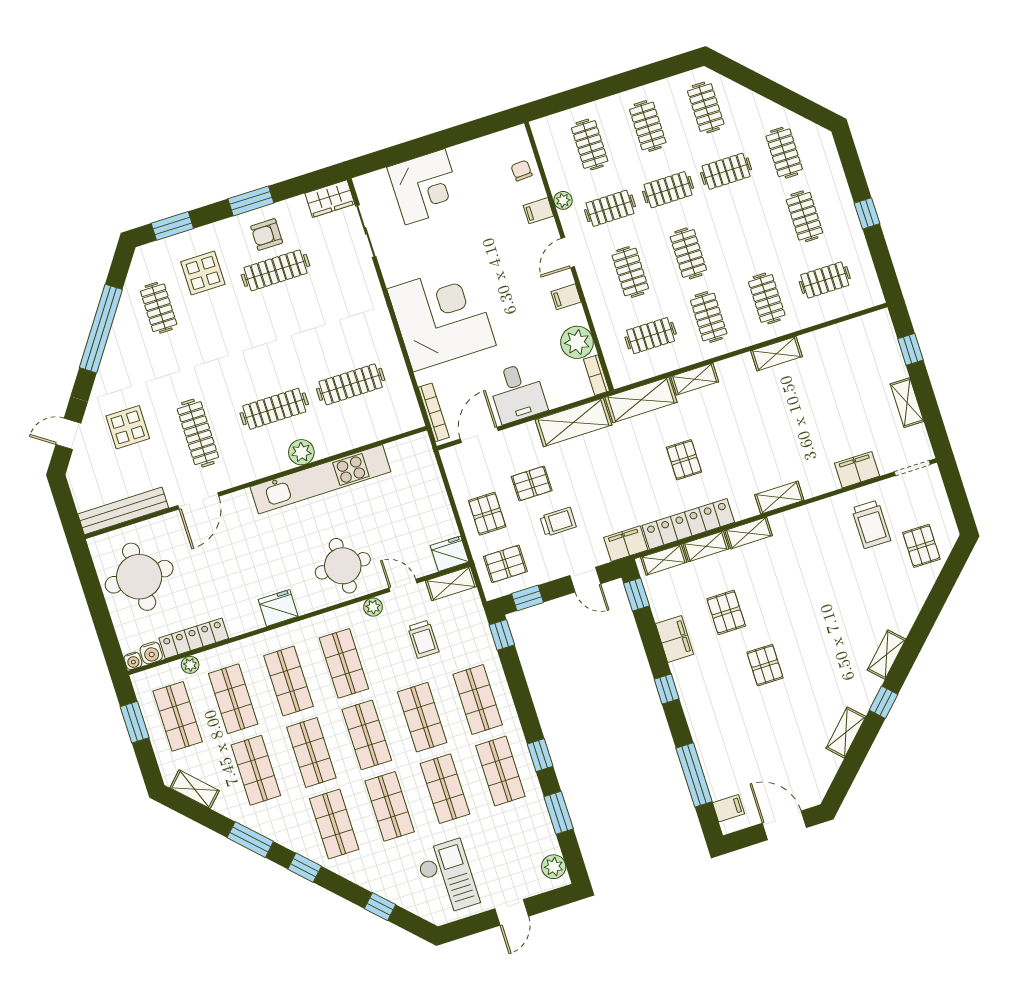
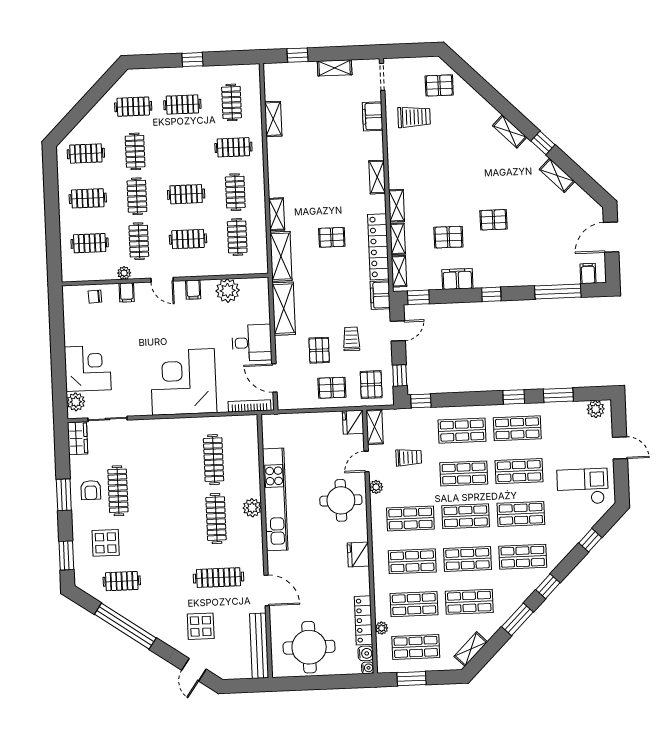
plant: (377, 183) -> (76, 402), added
clothes rail: (709, 317) -> (235, 192), turned 90
shelving: (776, 354) -> (273, 119), moved
bookcase: (596, 375) -> (255, 283), removed

